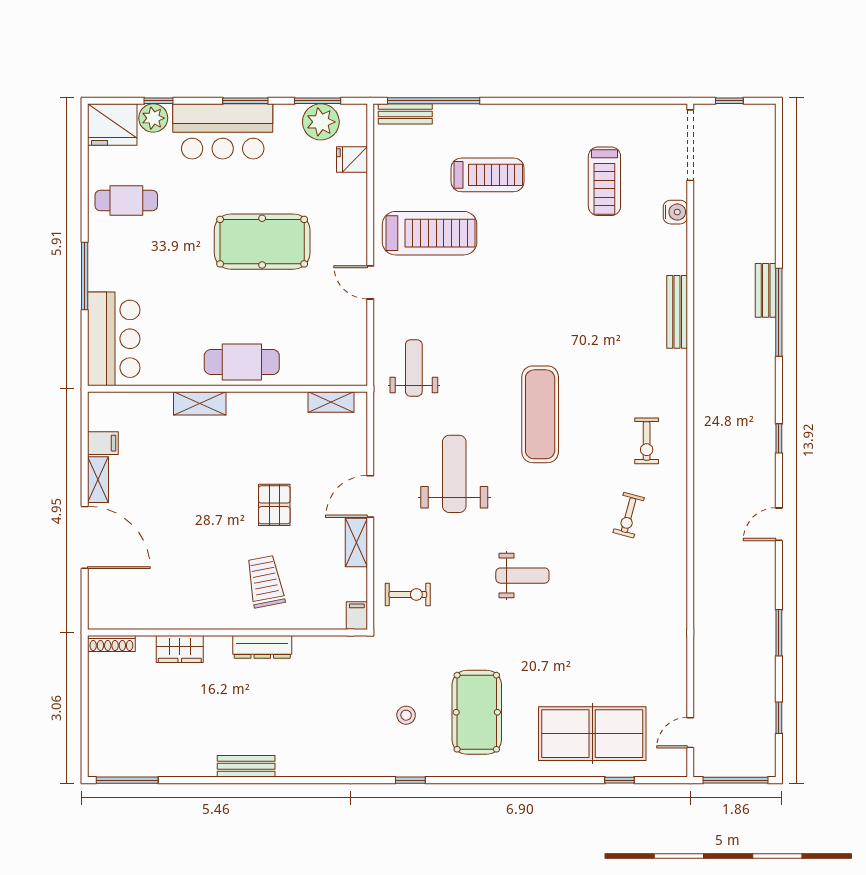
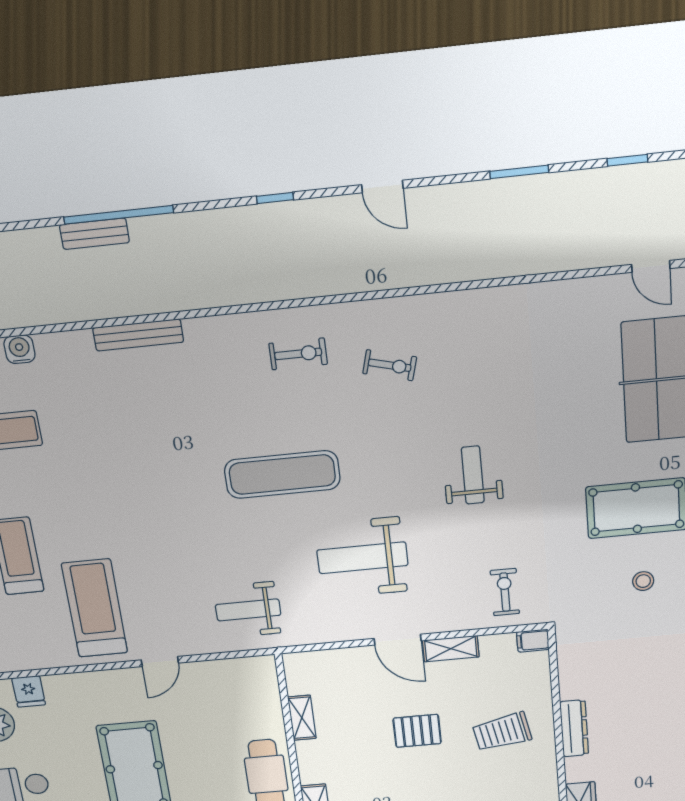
shelving: (331, 402) -> (302, 718), moved

